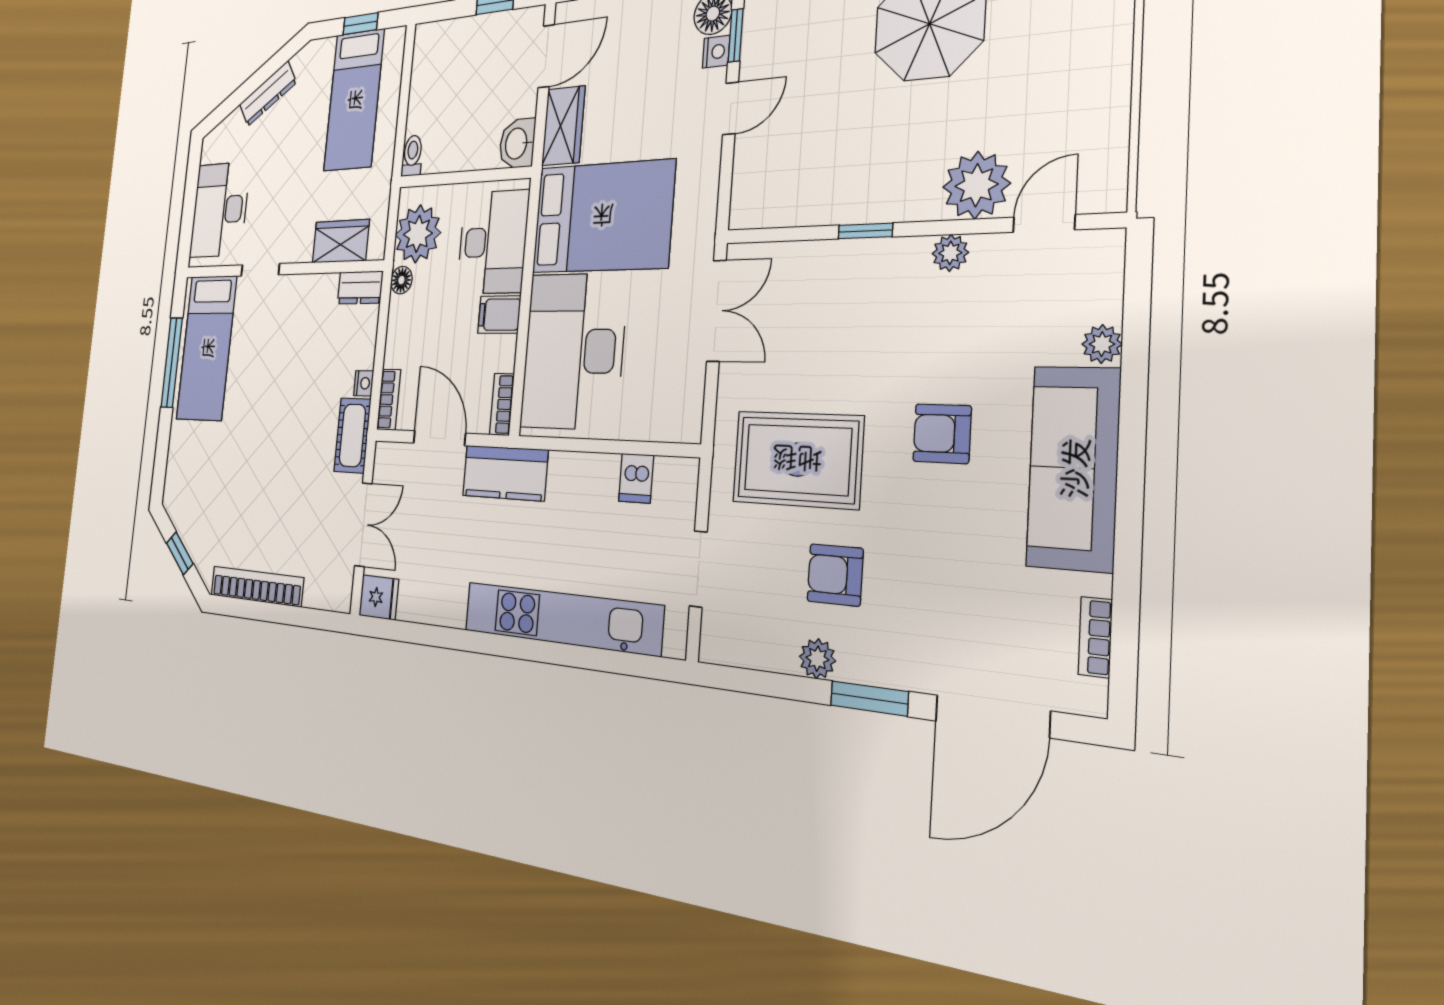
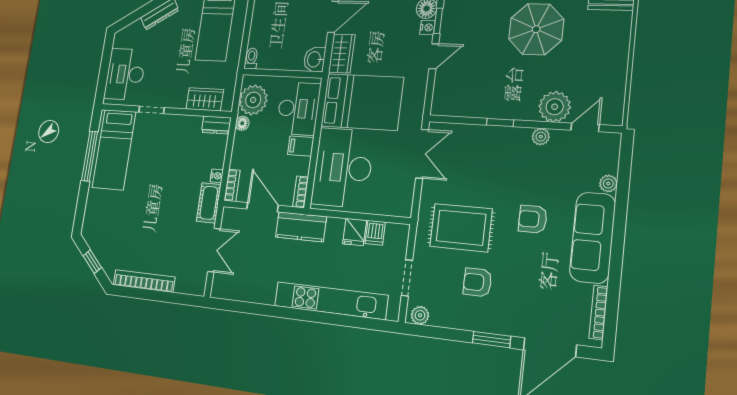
fridge: (379, 597) -> (355, 232), moved, turned 90
bookcase: (1095, 637) -> (598, 312), width x1.56
plant: (817, 659) -> (420, 315), moved

